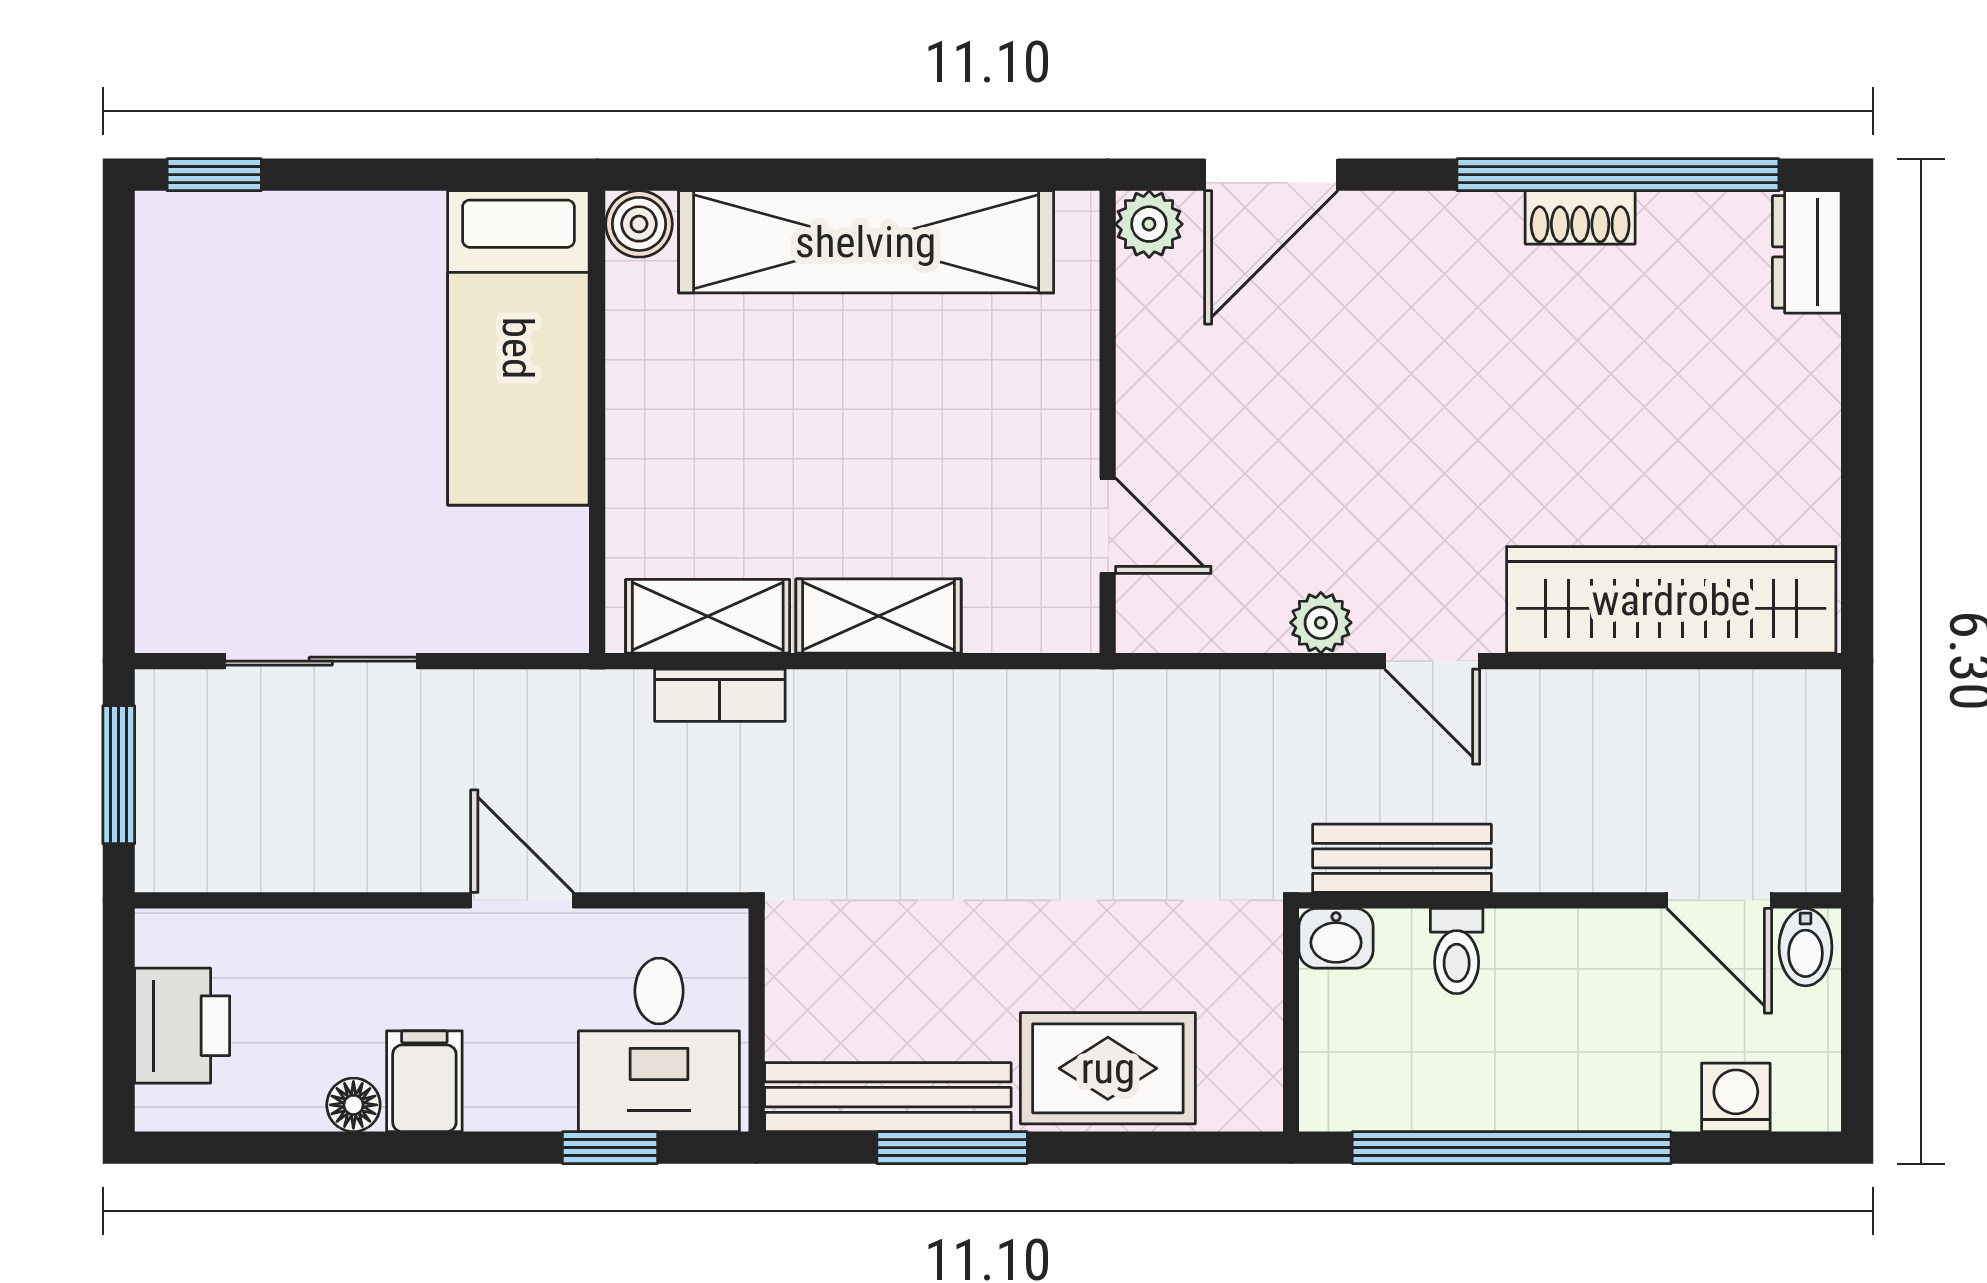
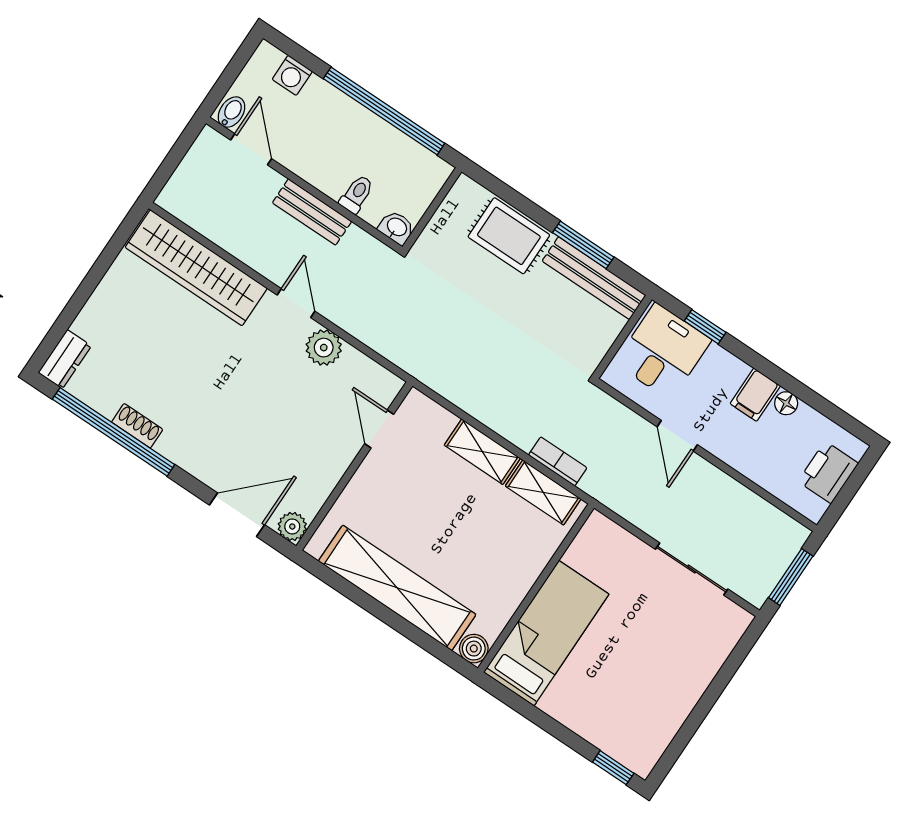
plant: (1321, 623) -> (324, 348), width x1.38, depth x1.38
bench: (1402, 858) -> (312, 212), moved

